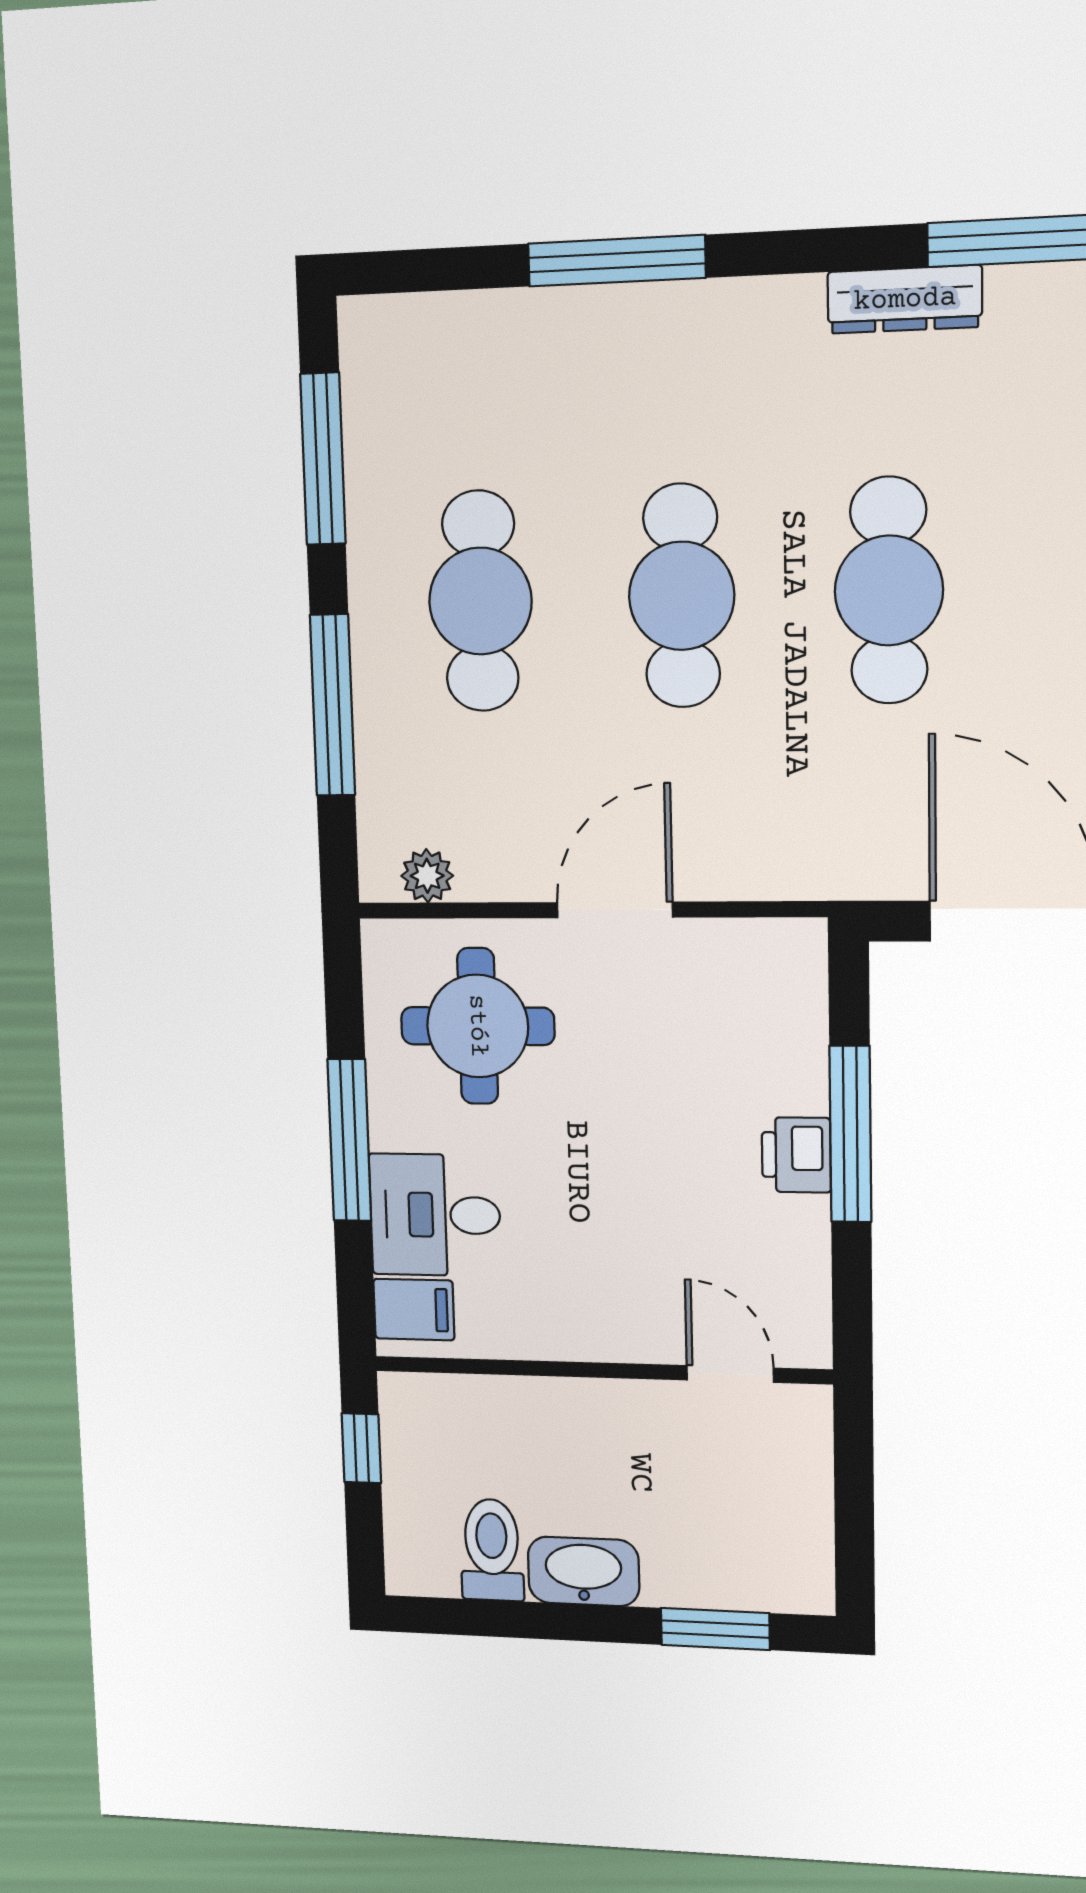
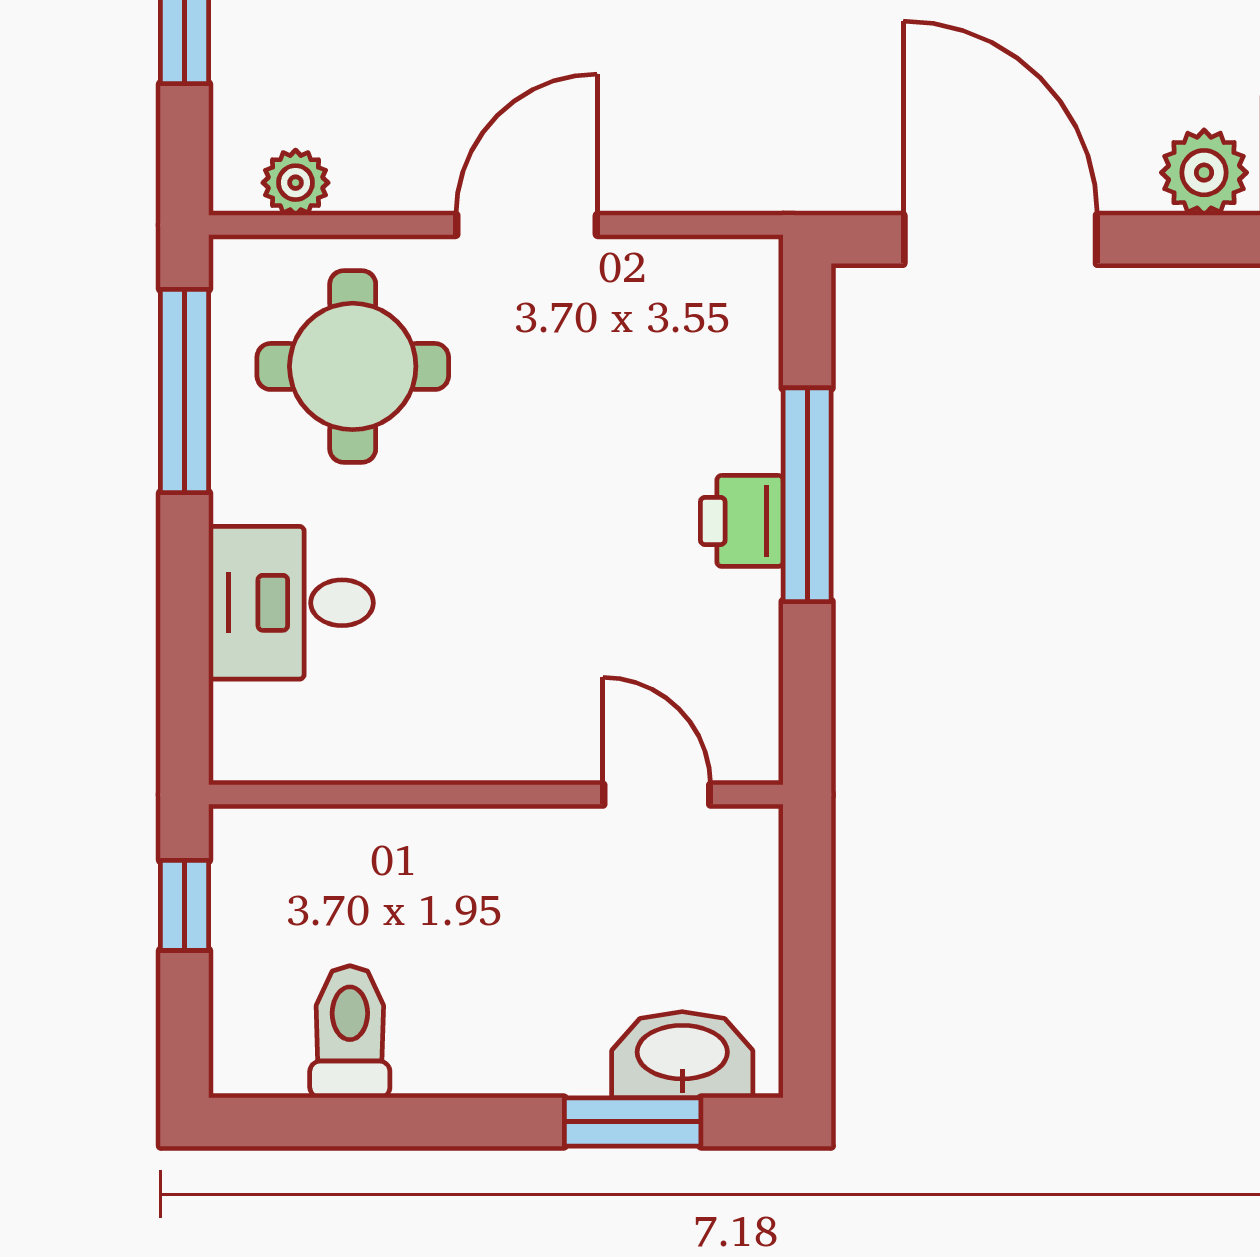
window: (349, 1140) -> (184, 391), moved
filing cabinet: (414, 1310) -> (260, 724), removed
washbasin: (583, 1571) -> (682, 1055), moved

